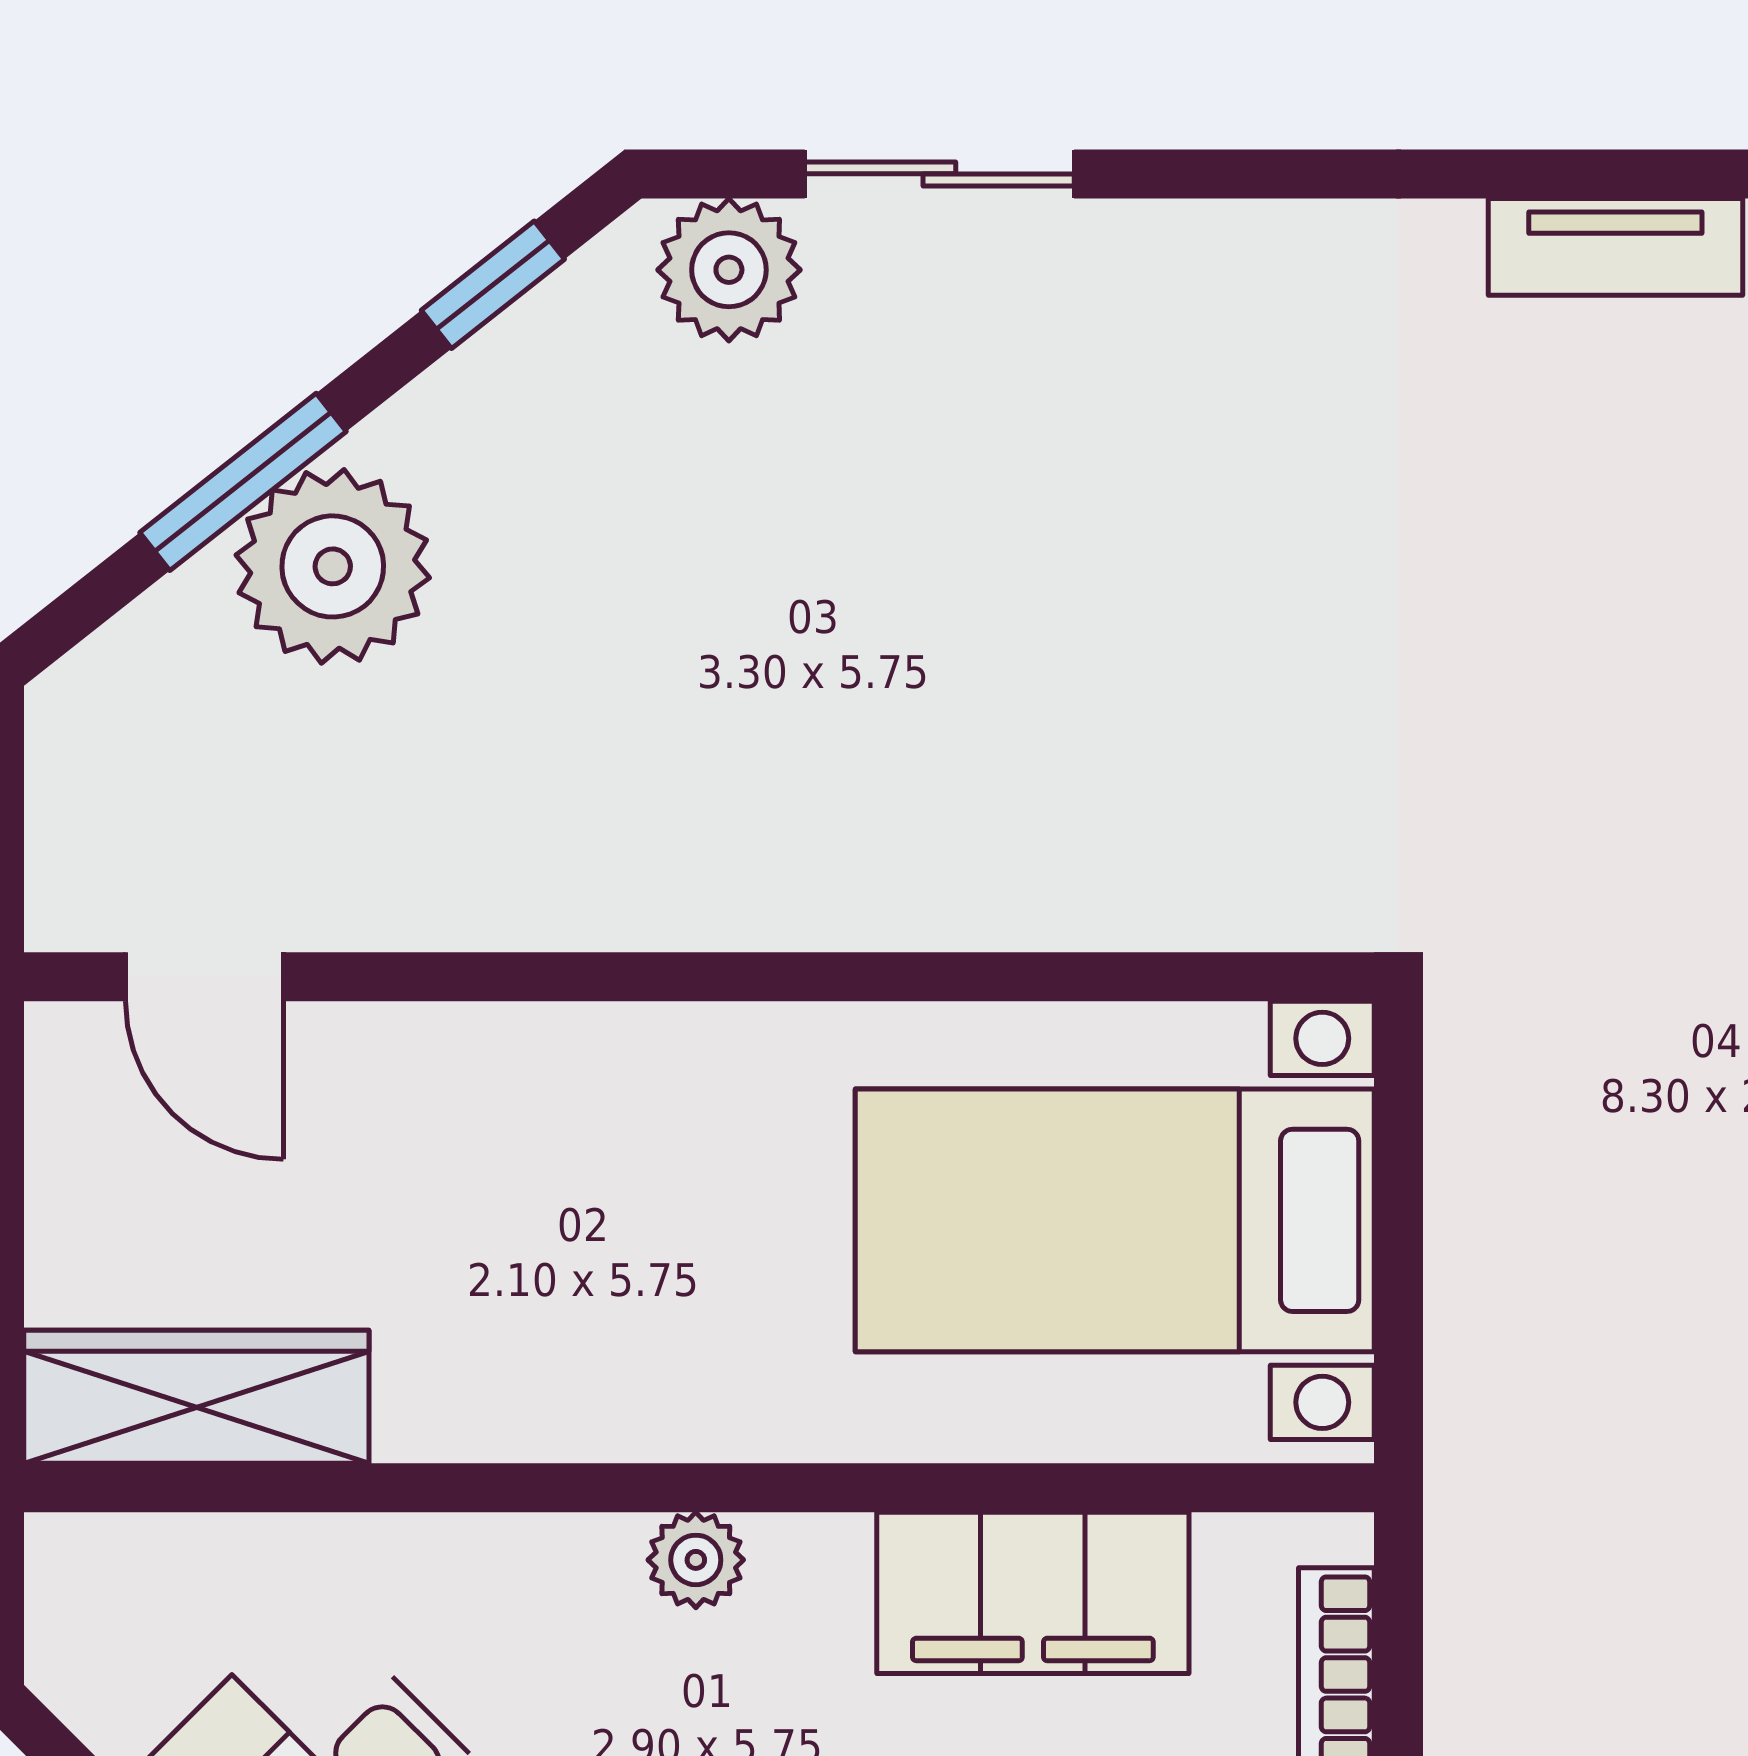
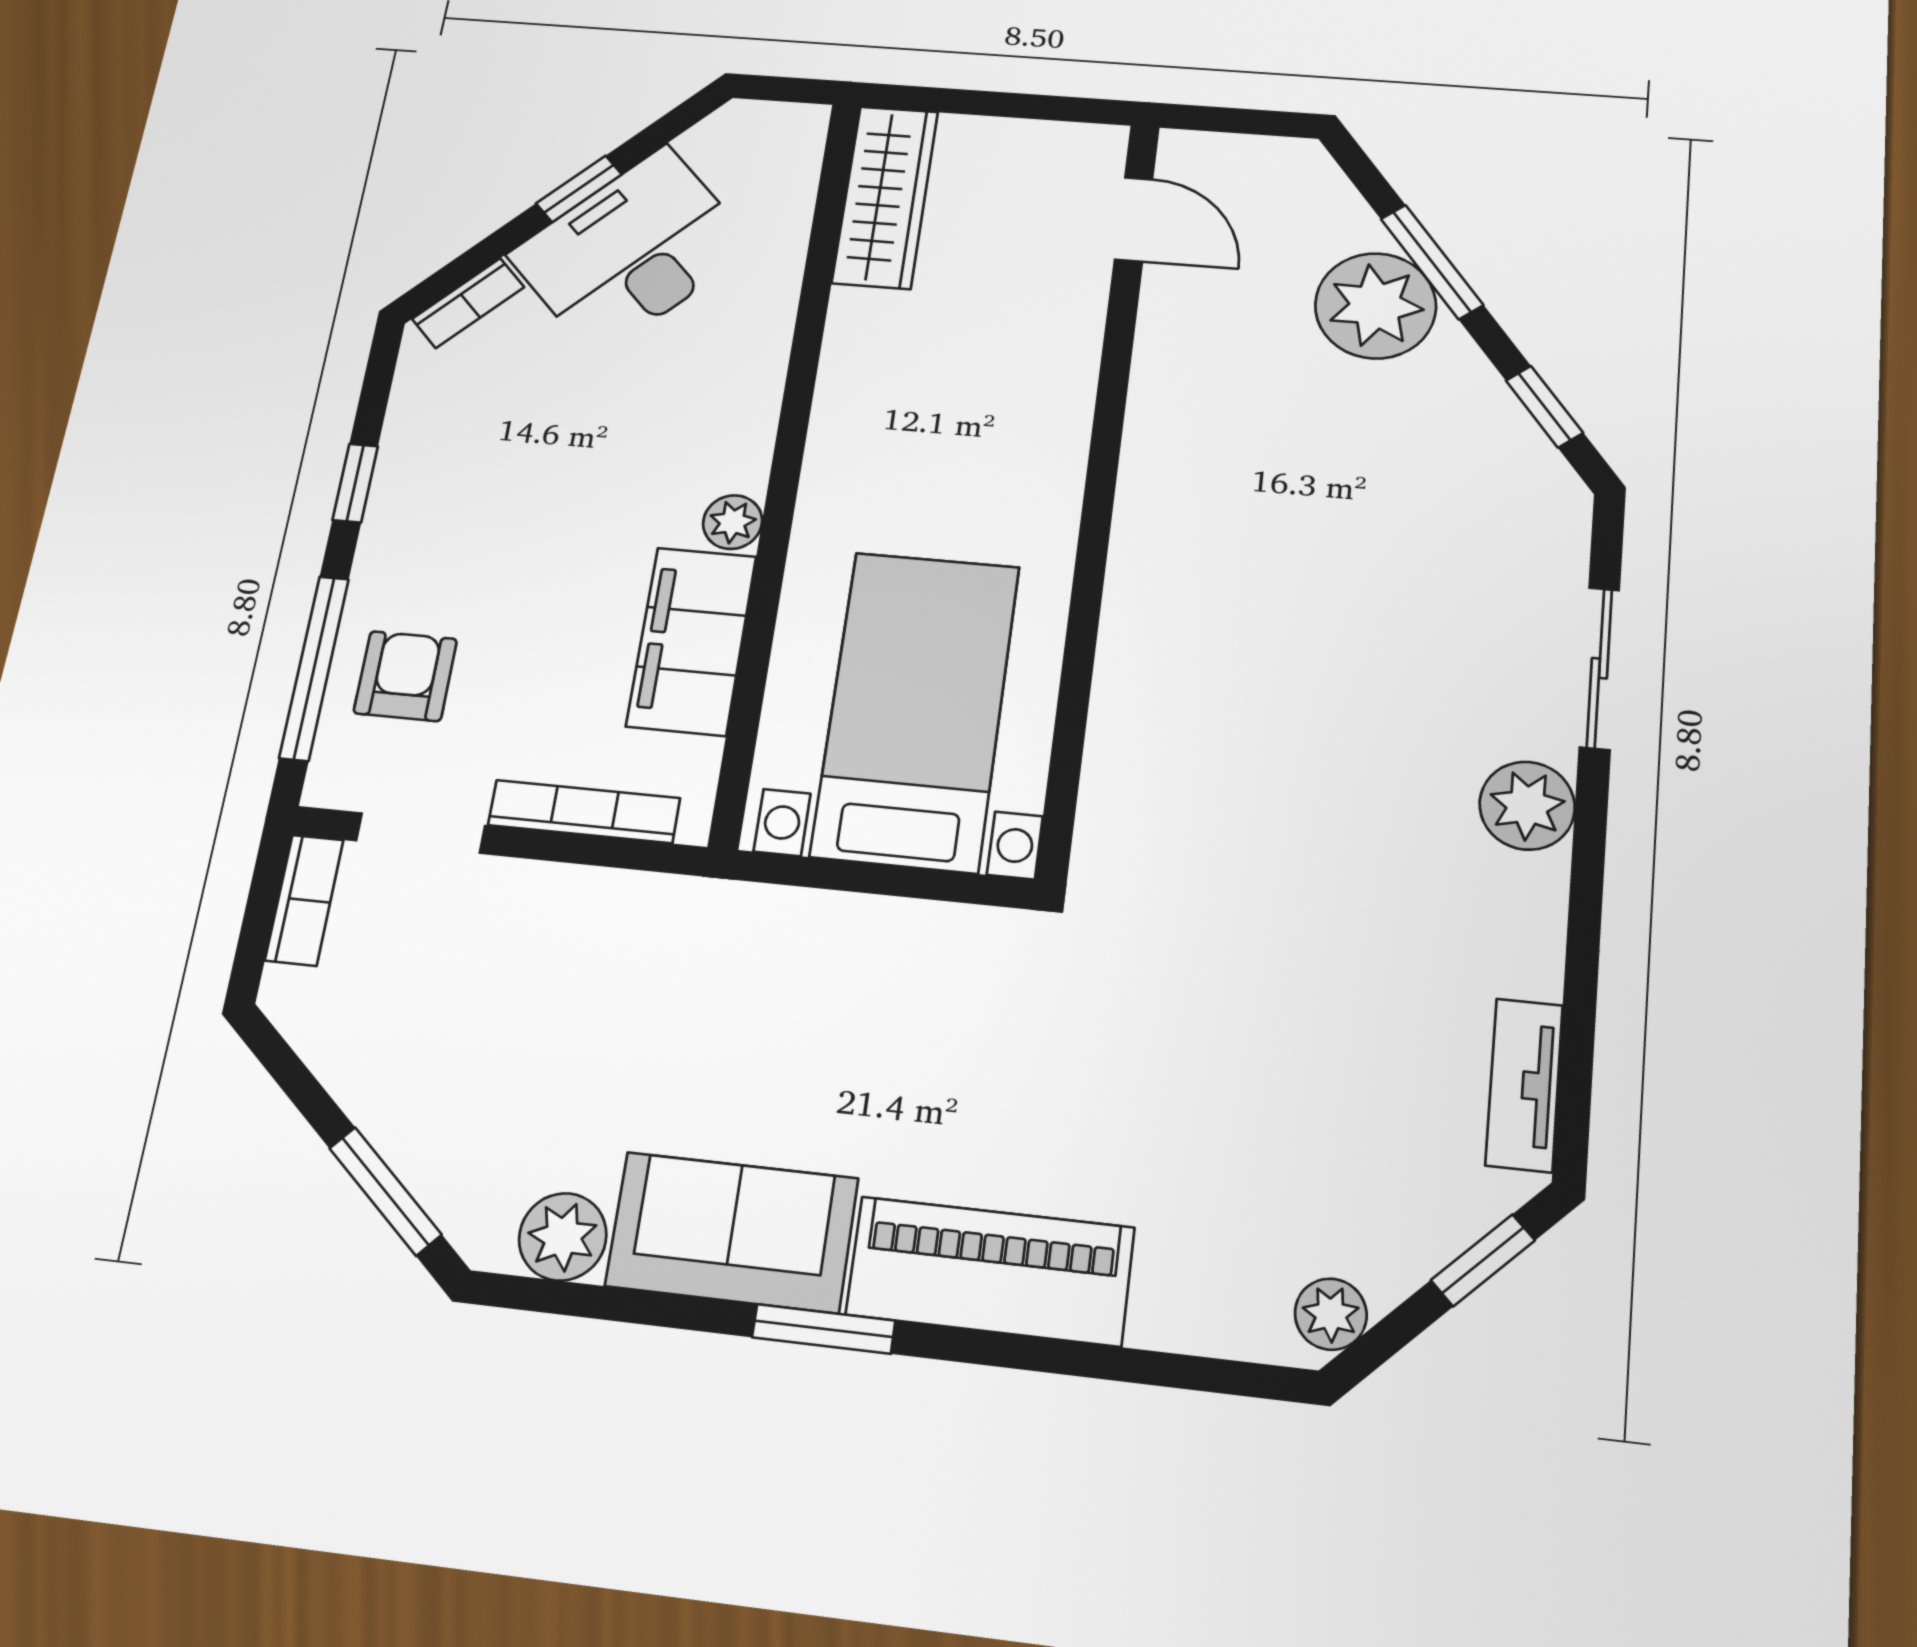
plant: (729, 270) -> (1527, 806), moved
door: (204, 977) -> (1134, 219), swing flipped
plant: (696, 1560) -> (733, 522), moved

